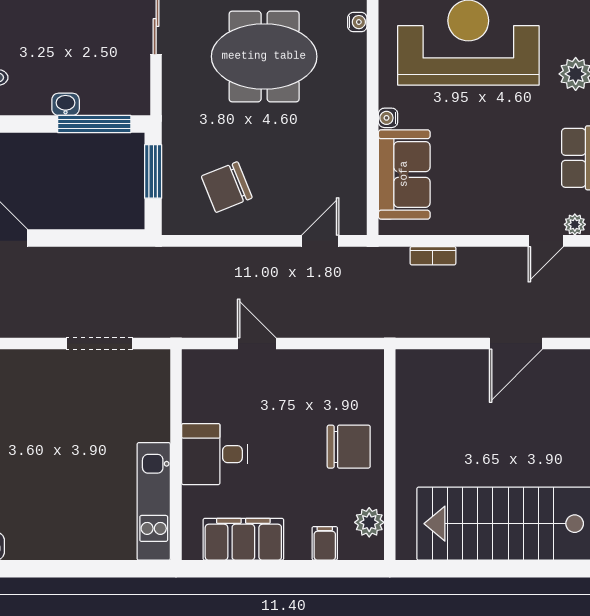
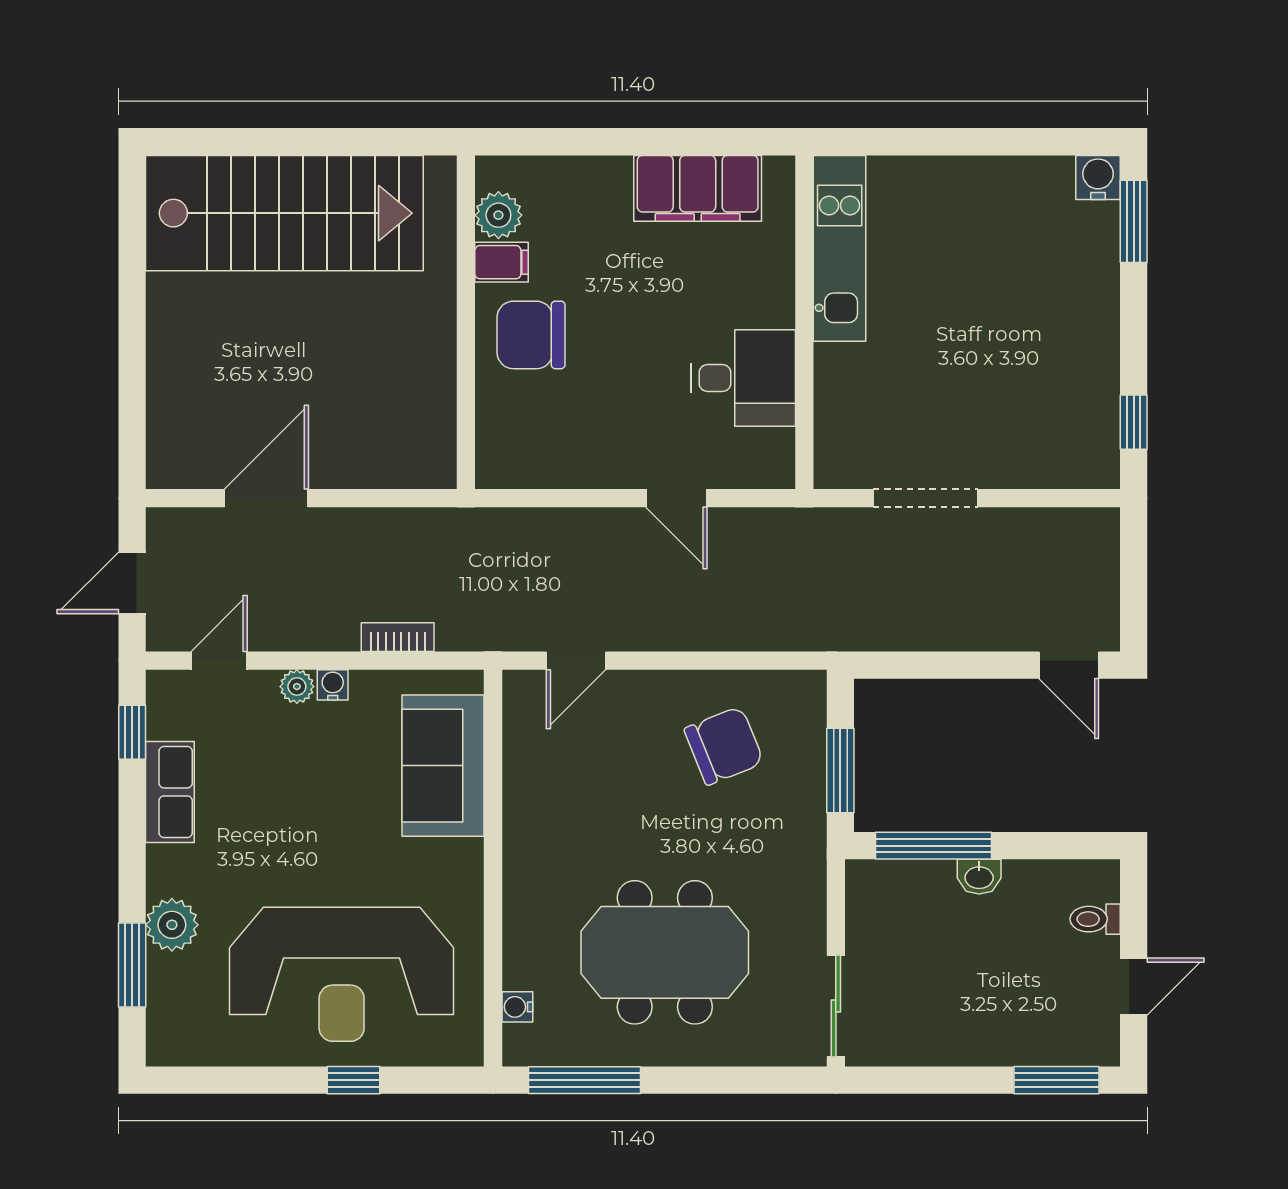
water cooler: (388, 118) -> (333, 685), moved, turned -90
plant: (575, 224) -> (297, 687), moved
desk: (215, 454) -> (743, 378), moved
filing cabinet: (325, 543) -> (502, 262), moved, turned -90

